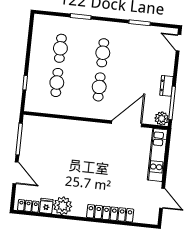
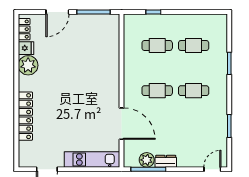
plant: (162, 119) -> (147, 160), moved

